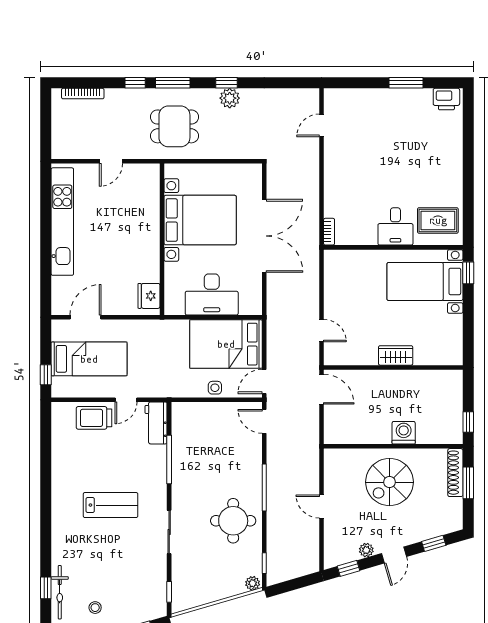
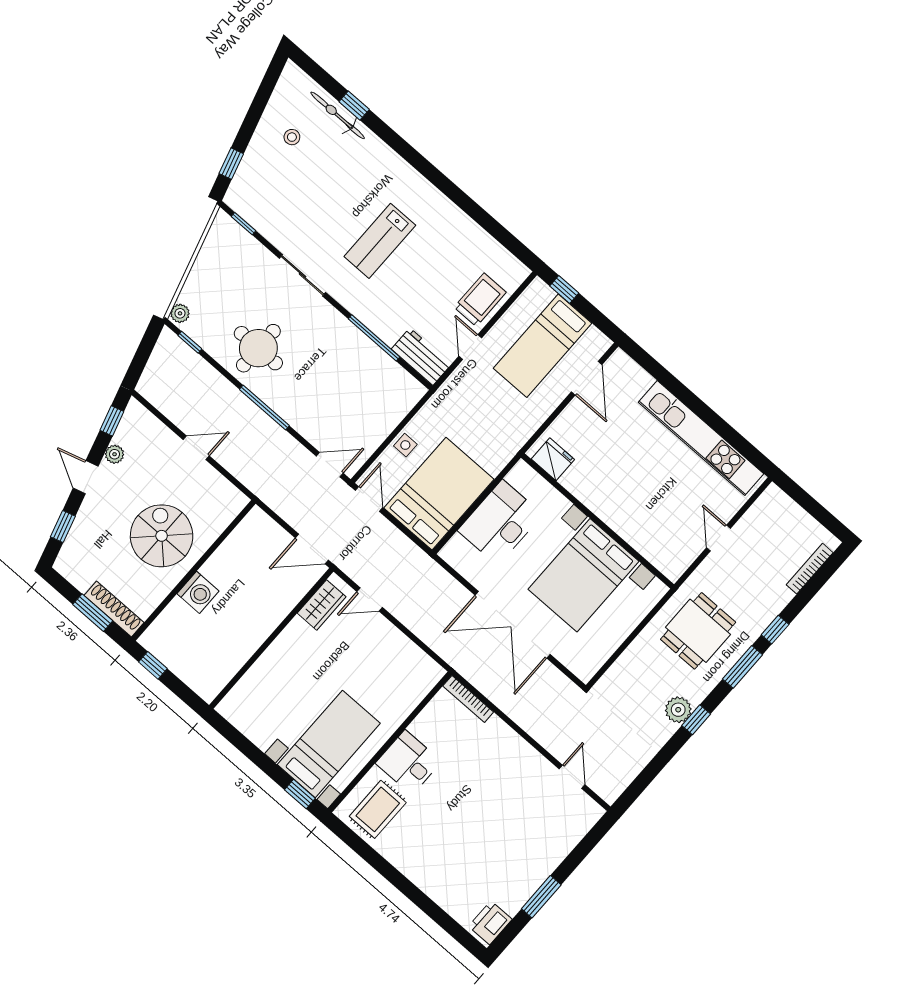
bookcase: (329, 232) -> (468, 699), width x1.56
wardrobe: (396, 355) -> (322, 605), moved

